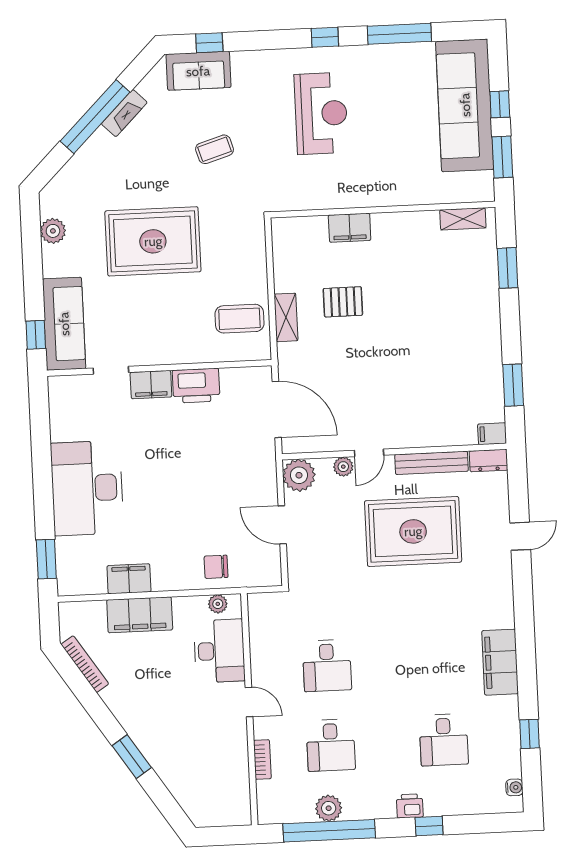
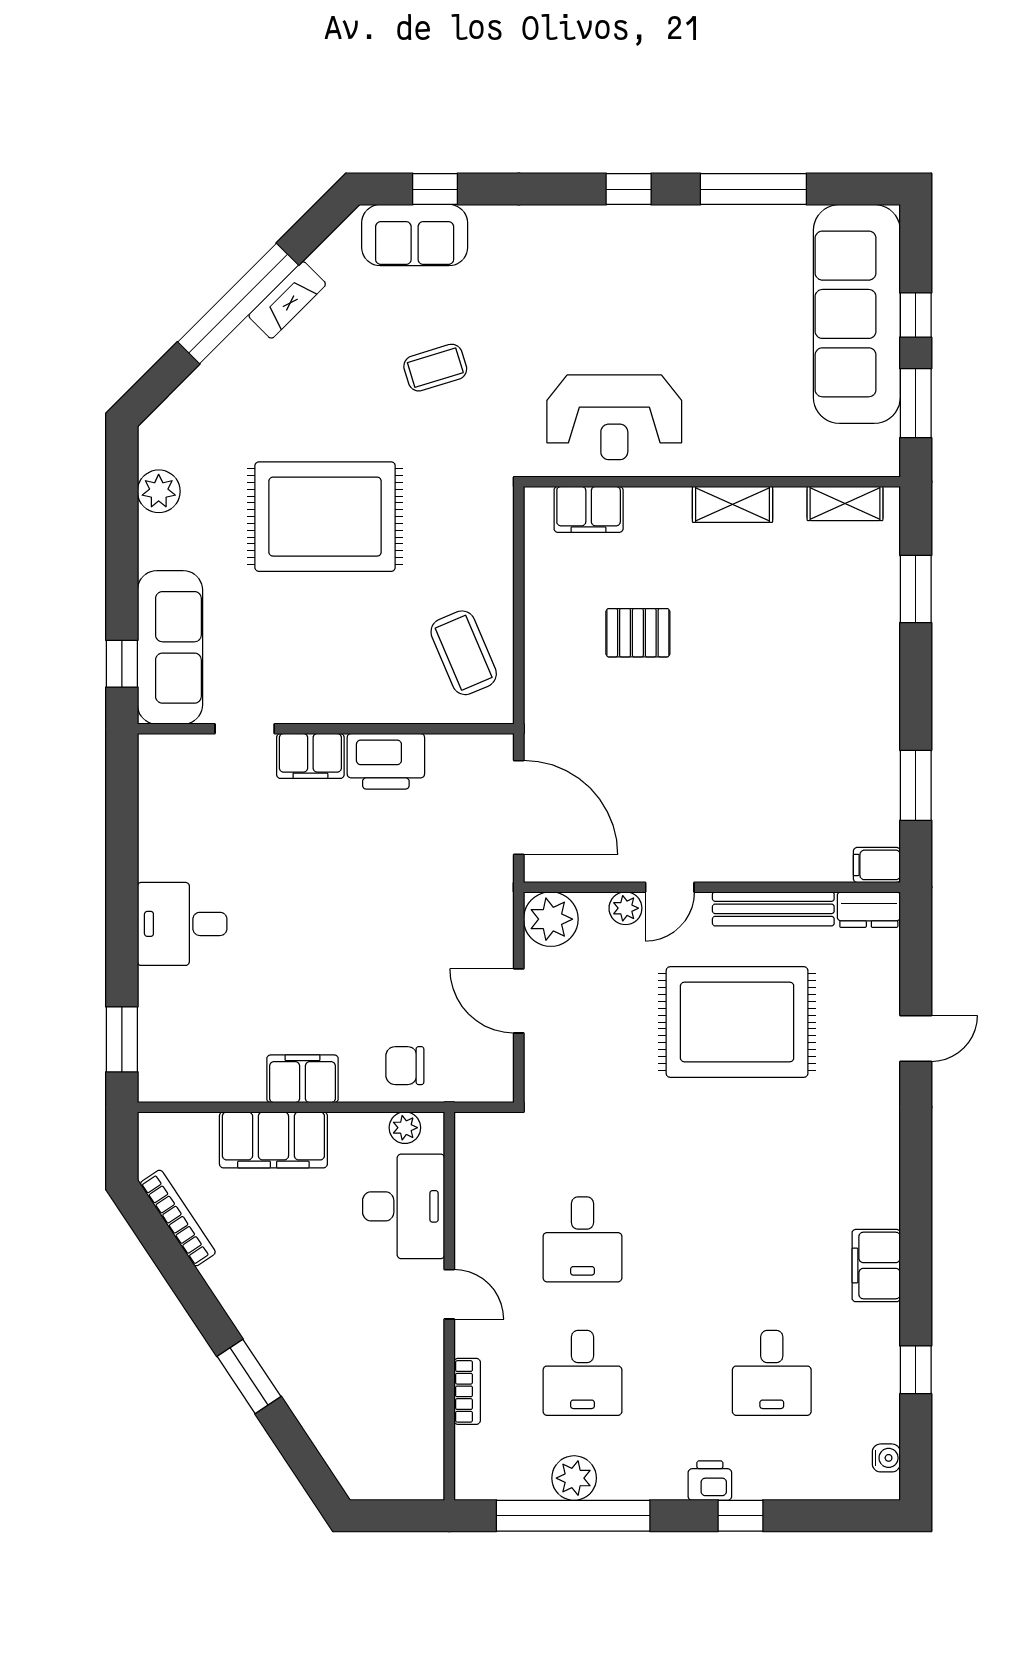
reception desk: (321, 113) -> (614, 417), moved, turned 90
filing cabinet: (350, 228) -> (589, 509), moved
shelving: (286, 317) -> (733, 504), moved, turned 90
coffee table: (239, 319) -> (464, 653), turned 67
desk: (87, 488) -> (182, 924), width x0.53, depth x0.77
filing cabinet: (129, 579) -> (303, 1079), moved
filing cabinet: (500, 662) -> (876, 1266), width x0.67, depth x0.86

